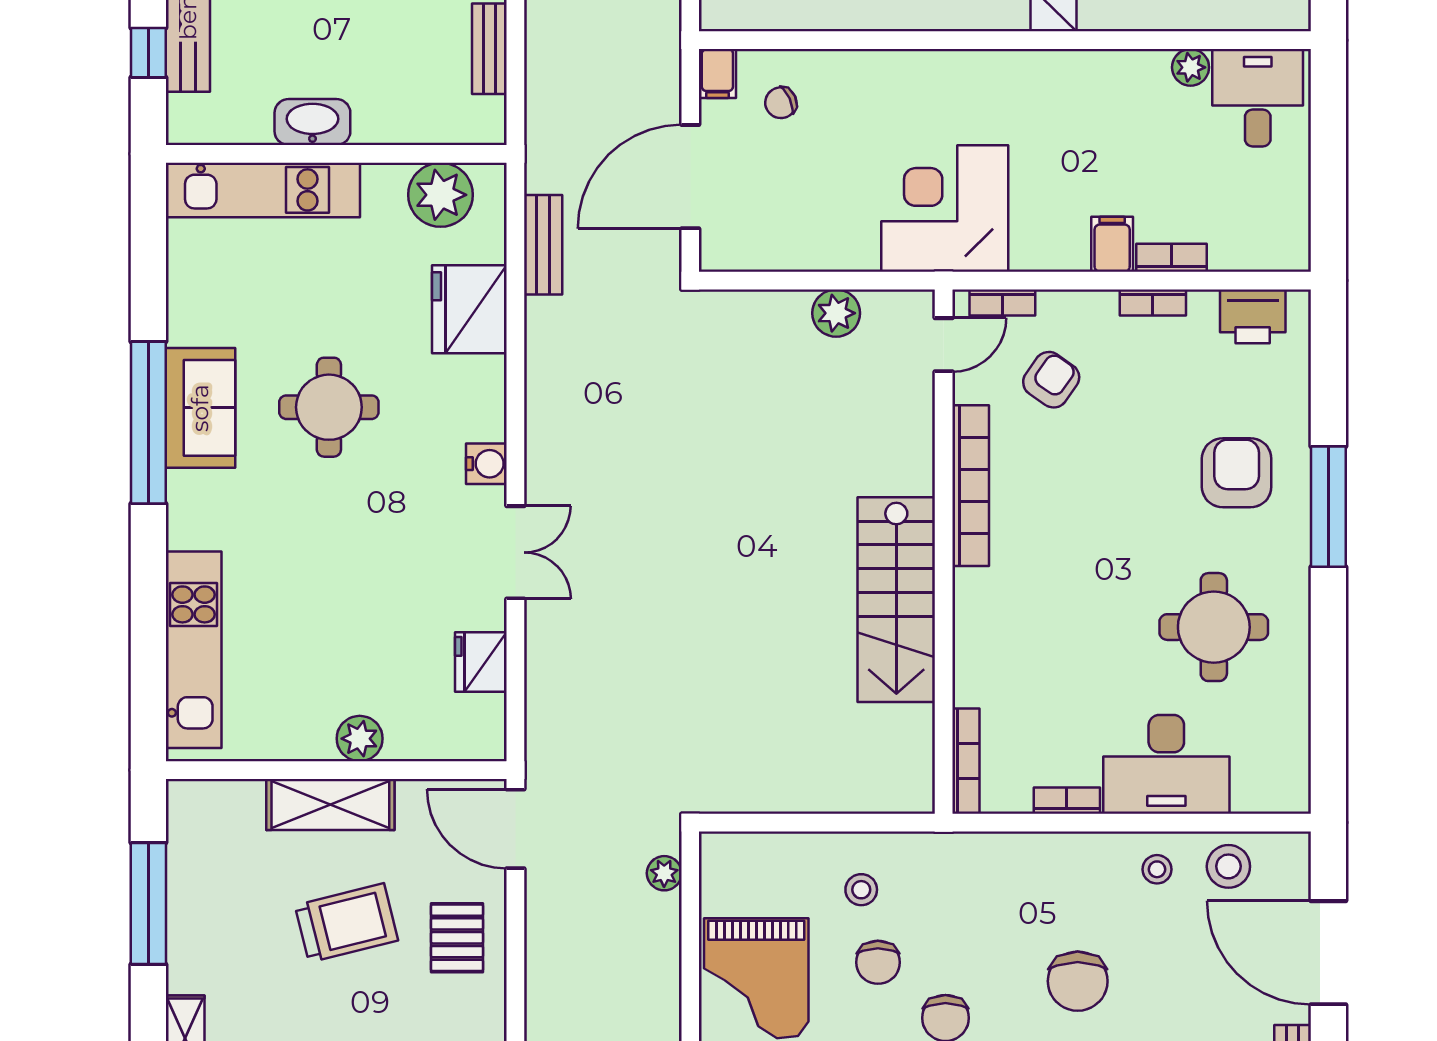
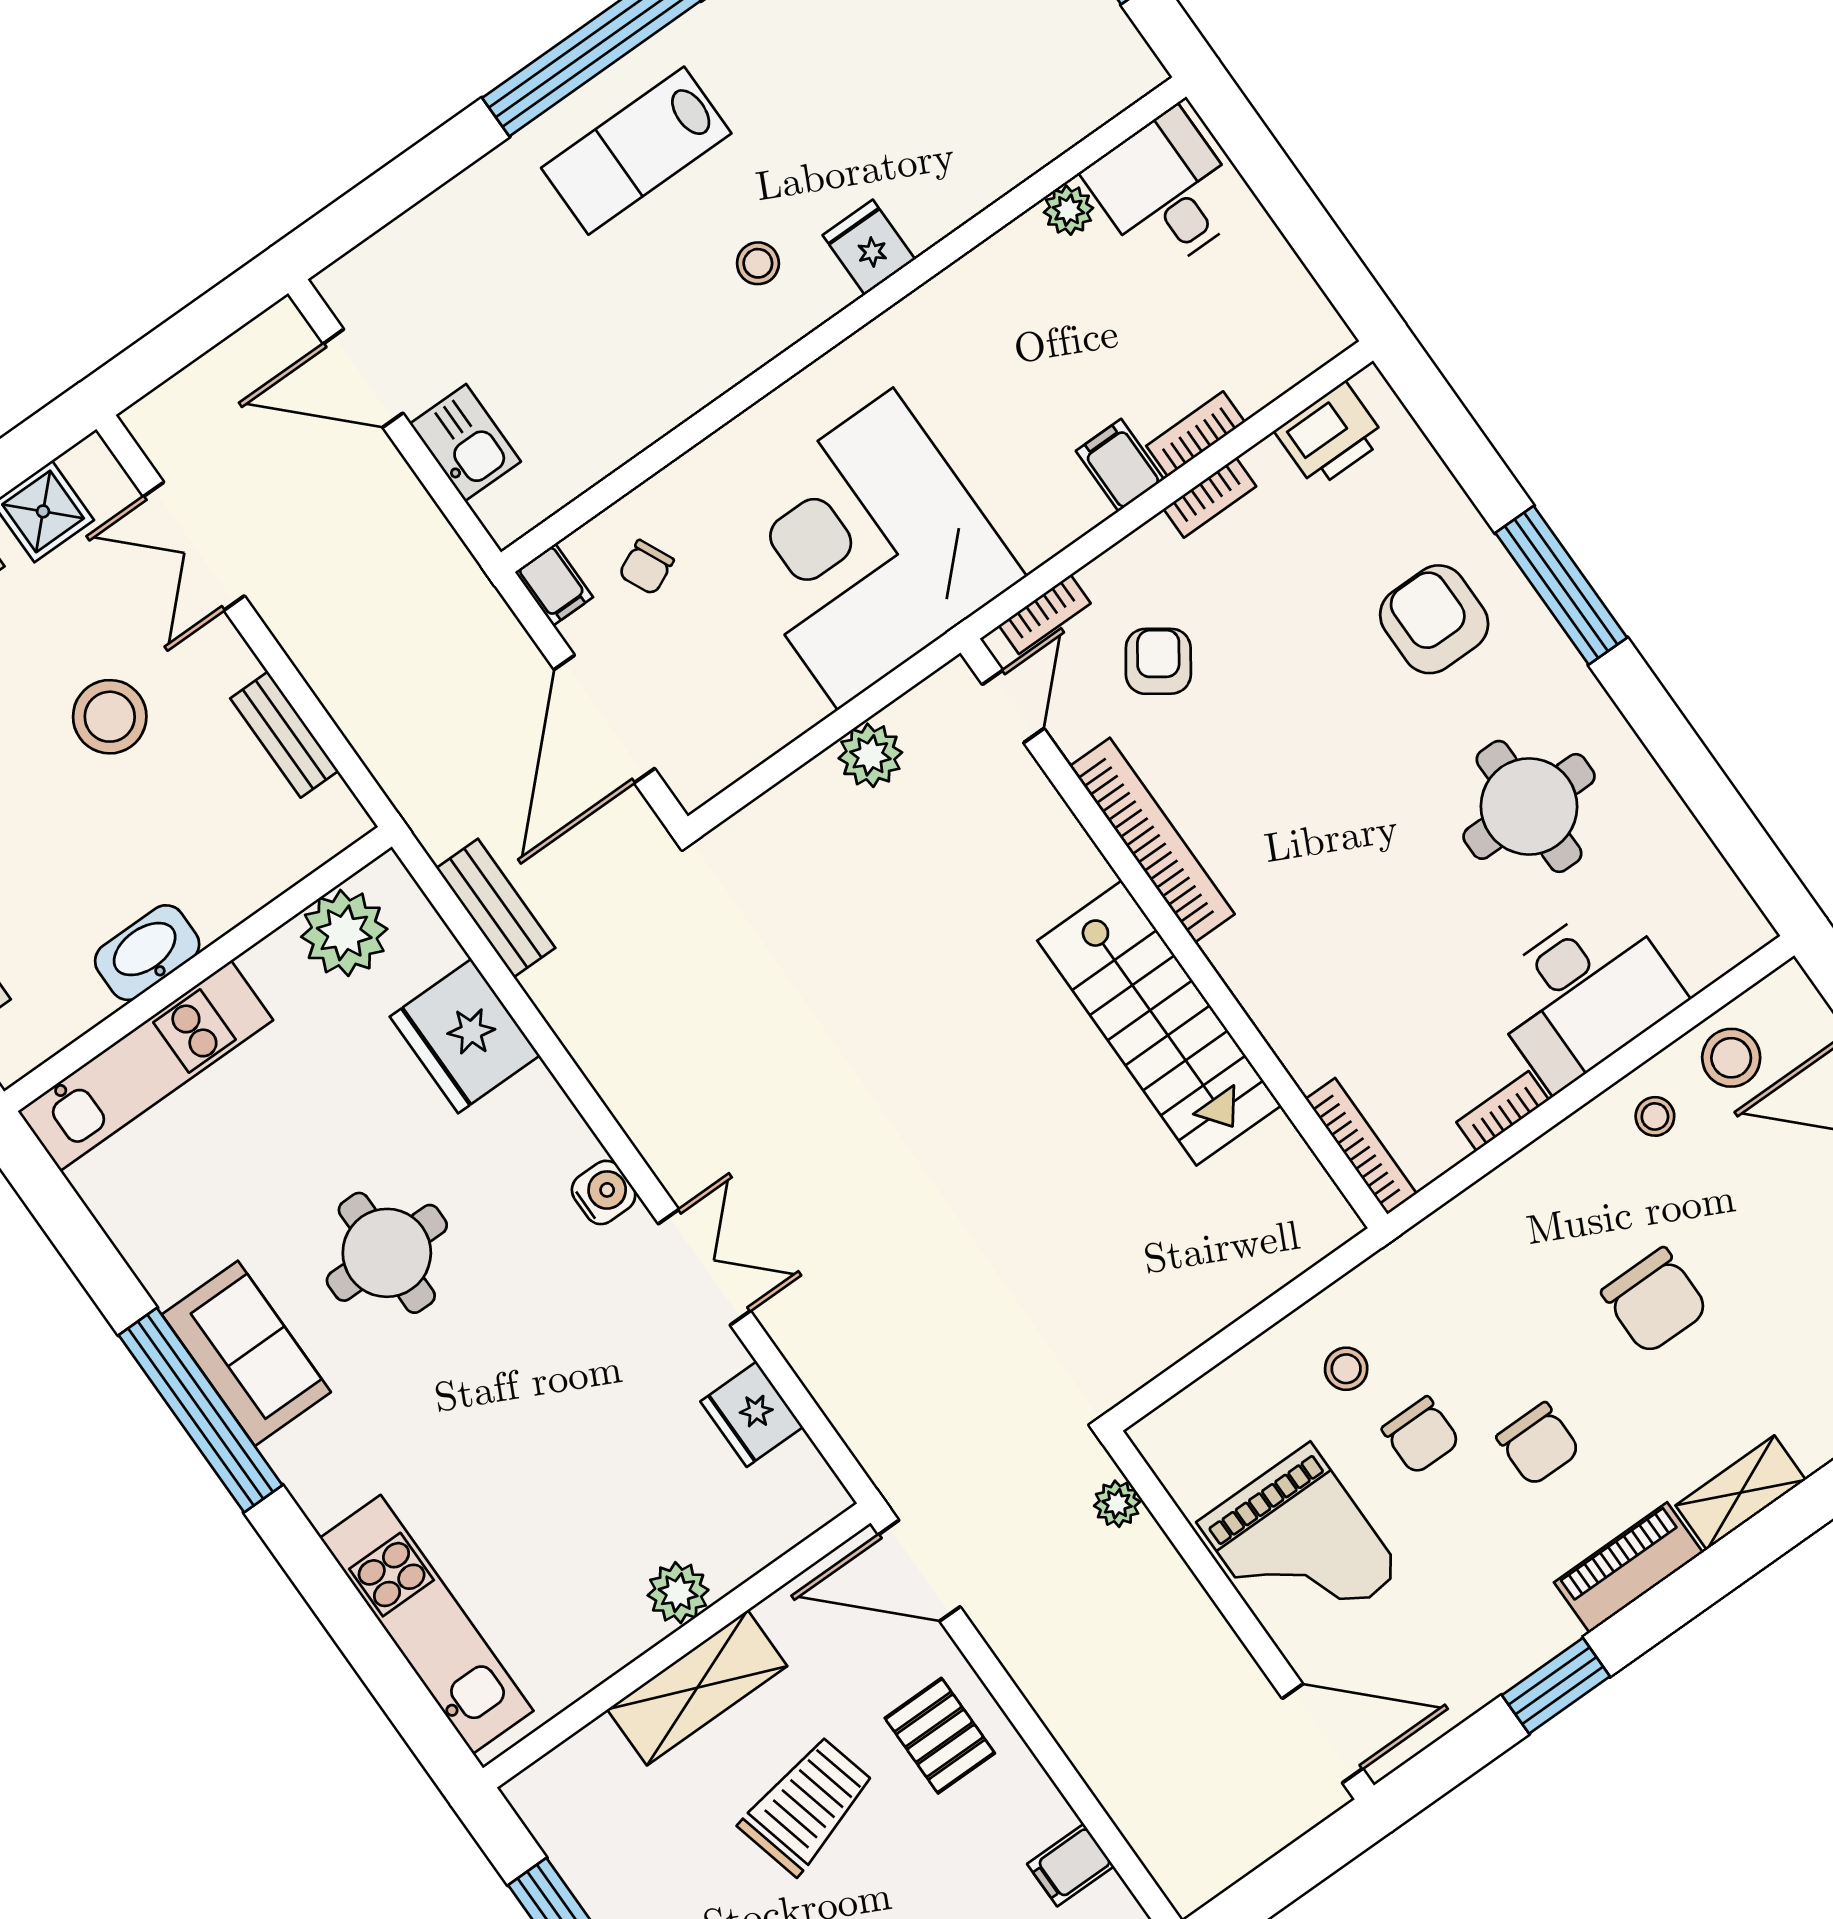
corner desk: (945, 209) -> (866, 549), width x1.36, depth x1.36

